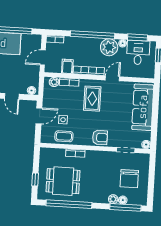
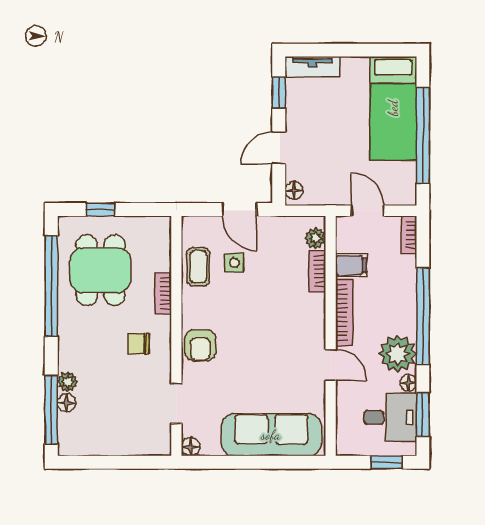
rug: (92, 99) -> (284, 324), removed
chair: (129, 179) -> (139, 344), moved, width x0.54, depth x0.54

